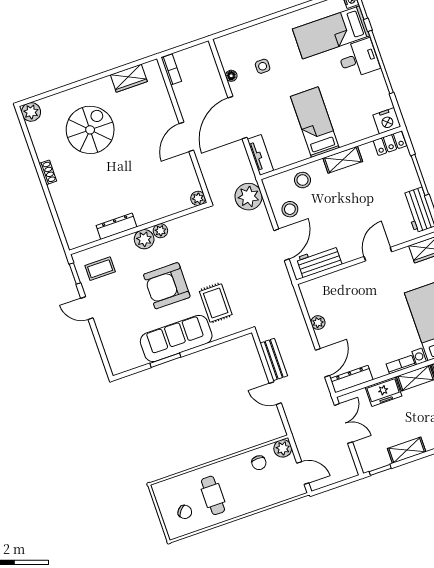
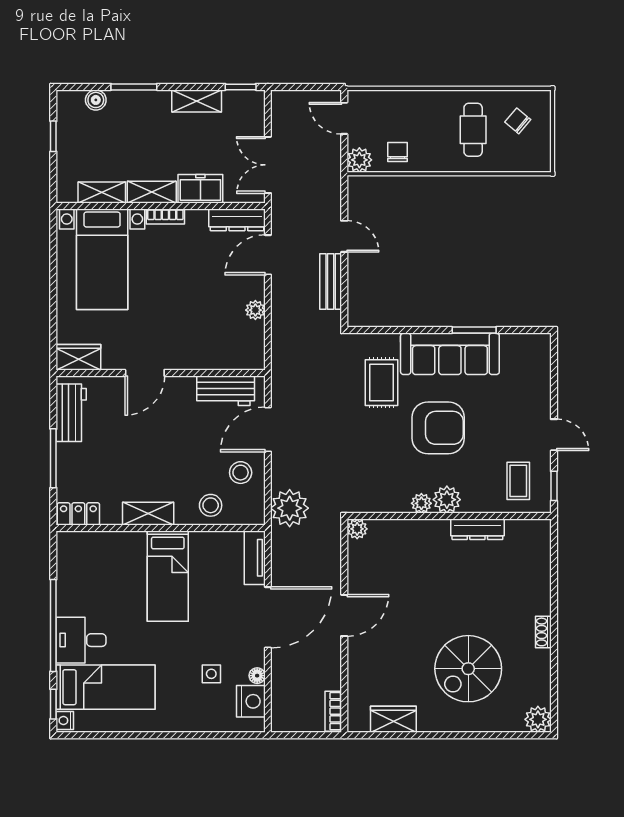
nightstand: (387, 121) -> (251, 701), moved, turned 90
coffee table: (100, 269) -> (518, 481), turned 90

